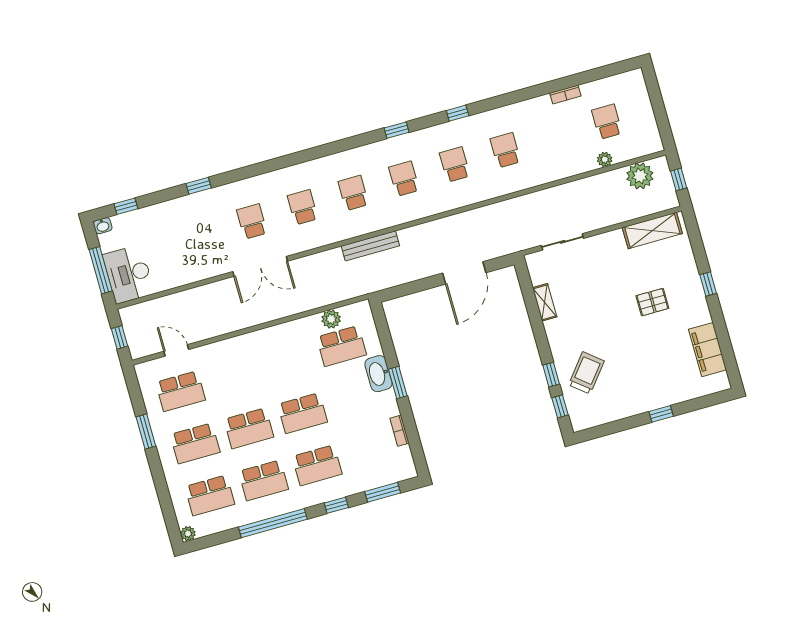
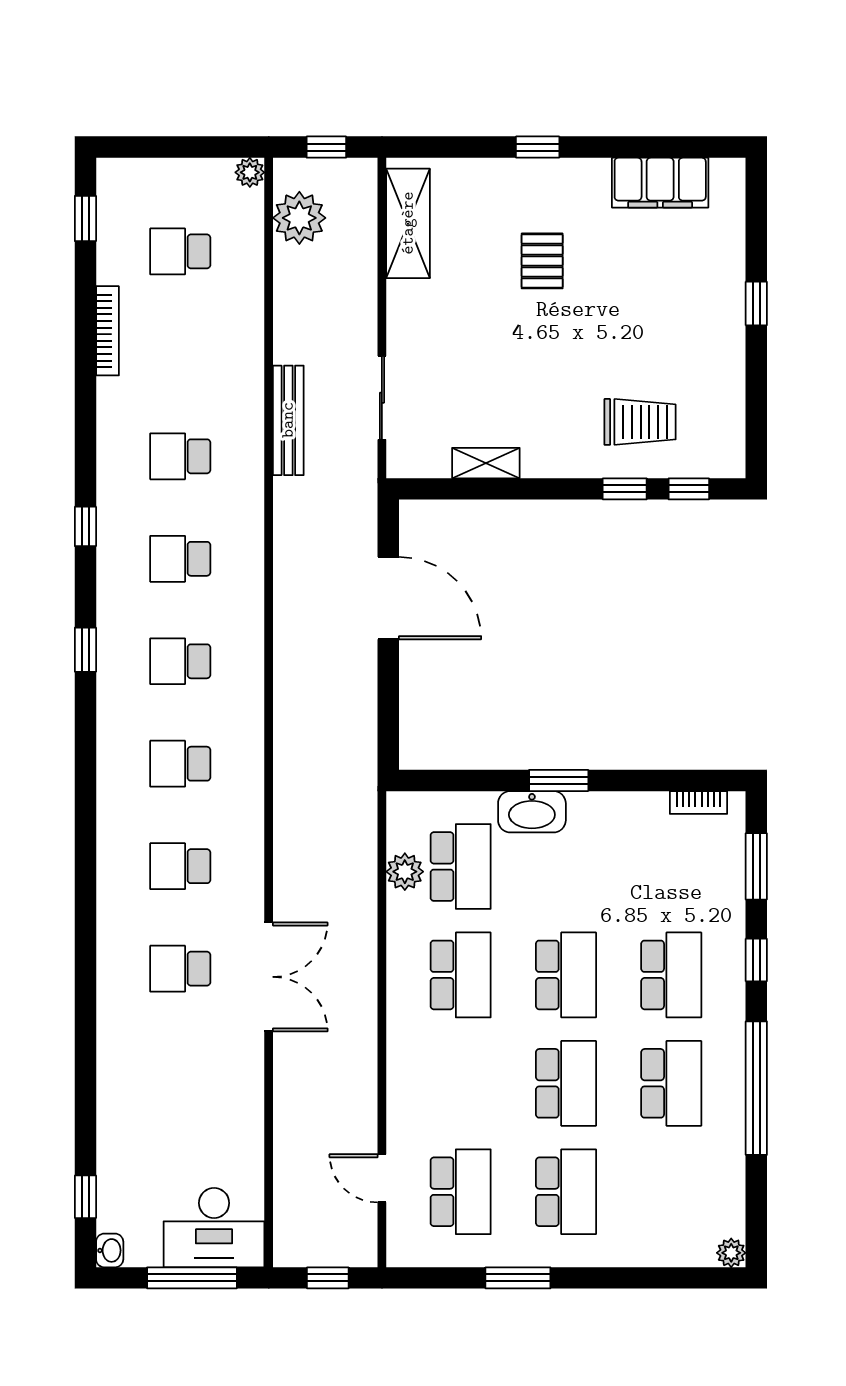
bookcase: (565, 94) -> (108, 331), width x1.56
plant: (605, 159) -> (250, 172), moved
window: (199, 186) -> (85, 219), moved
bench: (370, 246) -> (288, 420), moved
door: (176, 350) -> (382, 1178), hinge flipped
trolley: (586, 373) -> (640, 422), turned 141
bookcase: (399, 431) -> (699, 803), moved
school desk: (210, 495) -> (461, 975), moved

